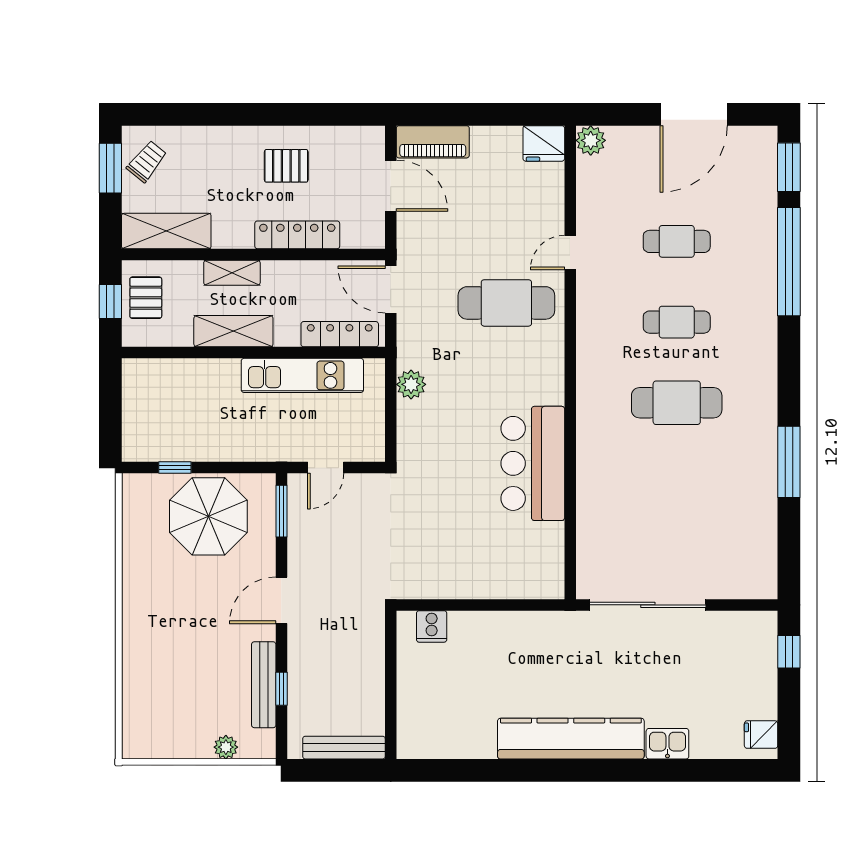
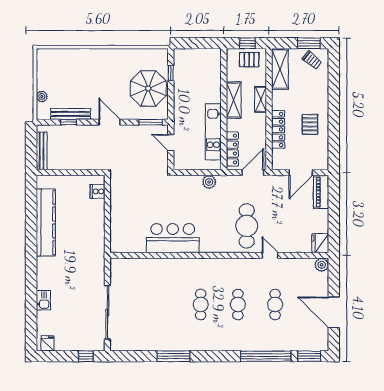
cafe table: (677, 403) -> (201, 304), width x0.73, depth x0.74
sliding door: (648, 605) -> (107, 312), moved
kitchen counter: (571, 739) -> (46, 222), moved

